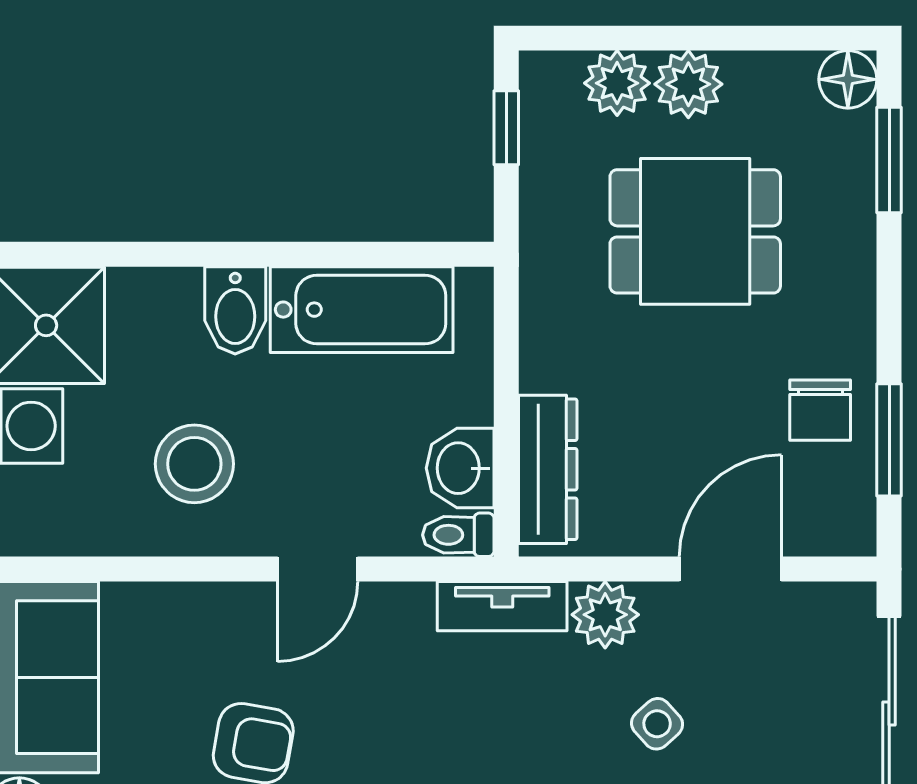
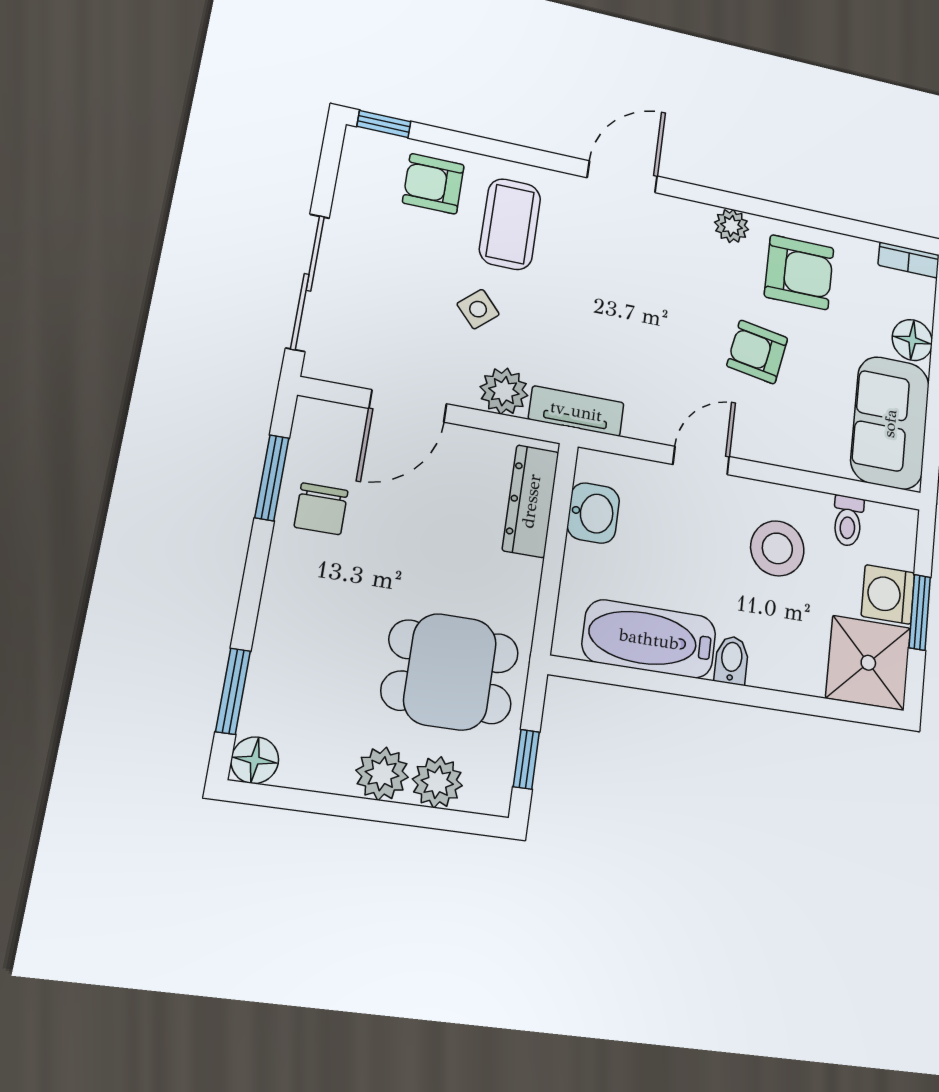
dining table: (695, 231) -> (450, 672), moved
bidet: (235, 310) -> (732, 660), width x0.72, depth x0.74
chair: (820, 410) -> (321, 509), turned 180
toilet: (458, 535) -> (848, 521), moved, turned 90

